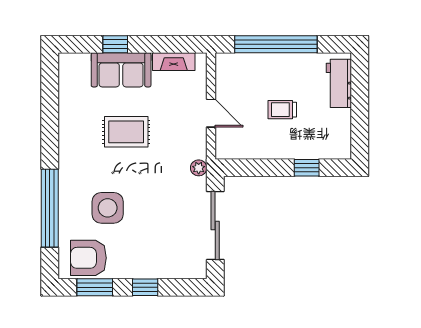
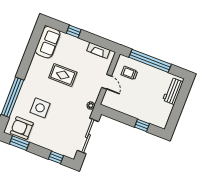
sofa: (121, 70) -> (48, 42), moved, turned -90
trolley: (282, 110) -> (129, 73), moved
window: (145, 287) -> (56, 157), moved

